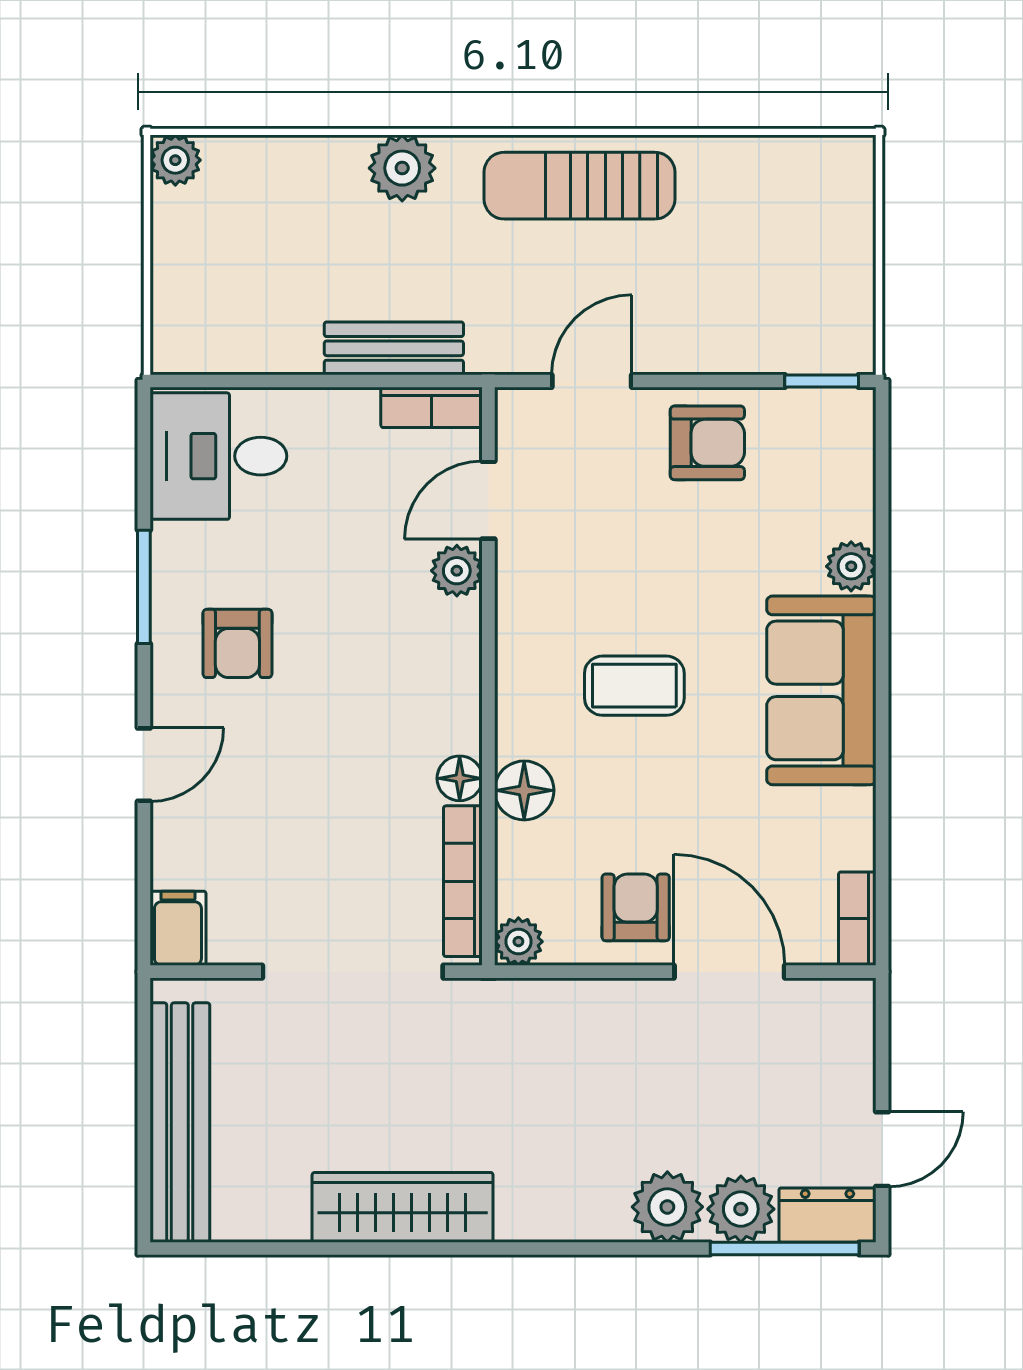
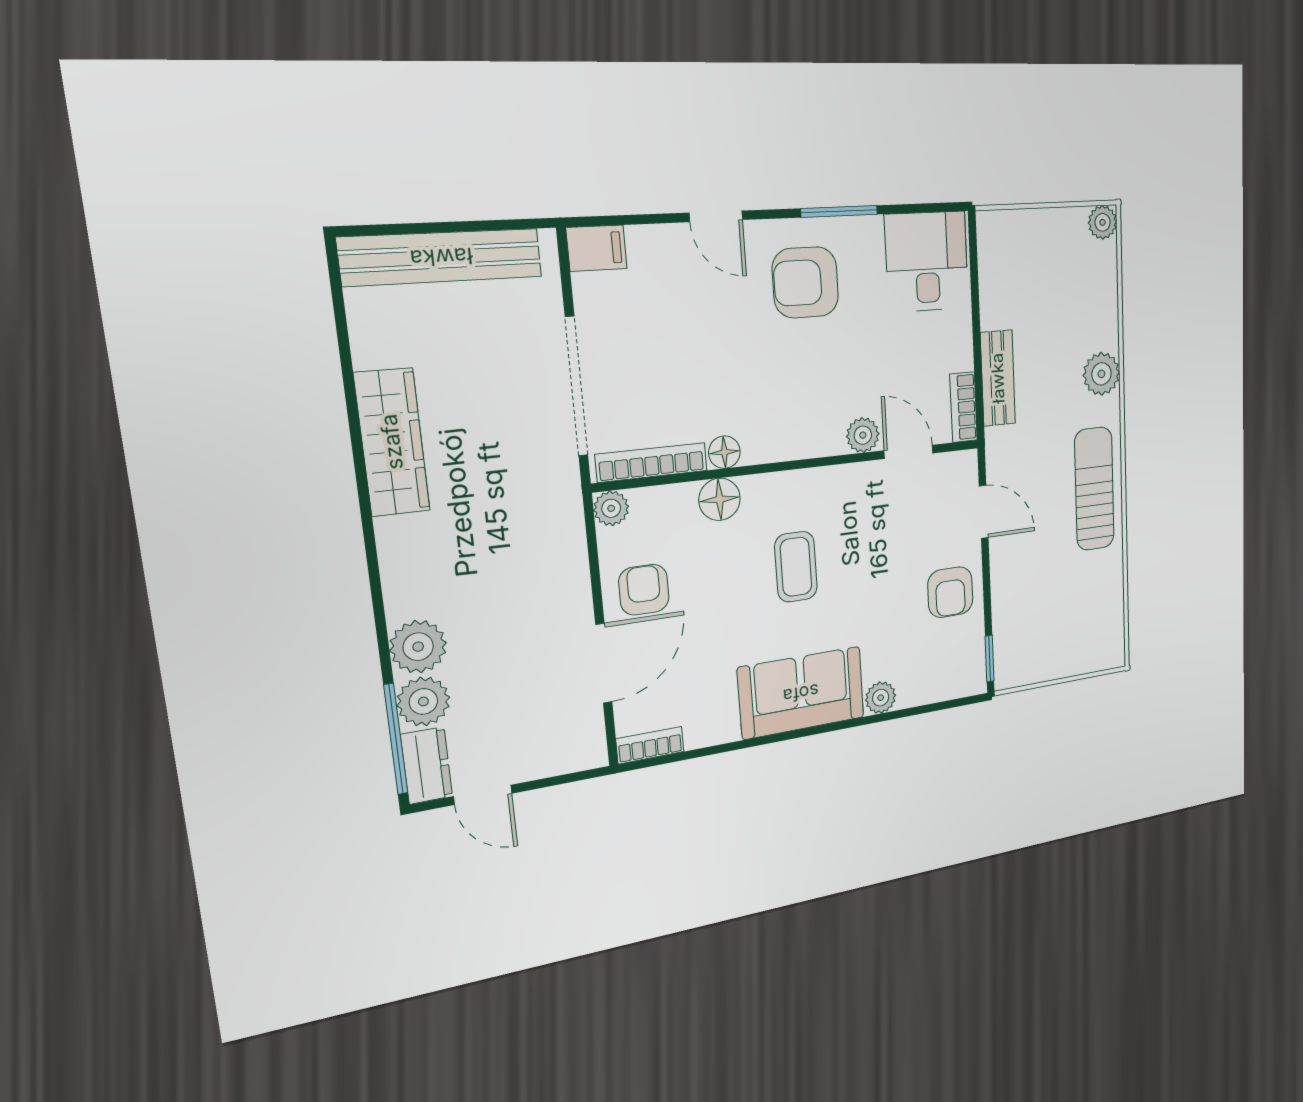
armchair: (237, 643) -> (805, 282), width x1.38, depth x1.38
armchair: (636, 907) -> (644, 590), turned -90

